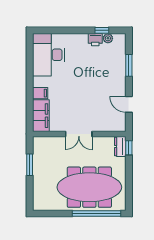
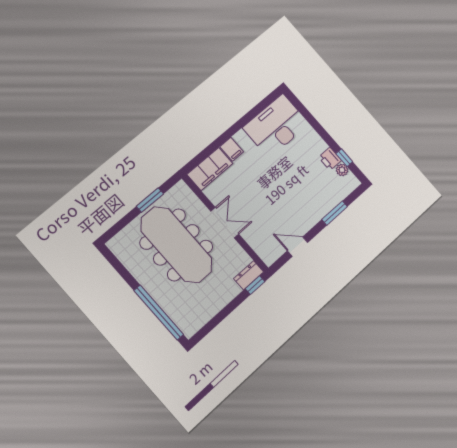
door: (129, 104) -> (298, 247), hinge flipped
double door: (79, 134) -> (225, 223), swing flipped
meeting table: (89, 187) -> (176, 245), moved

